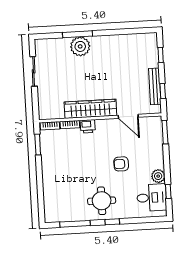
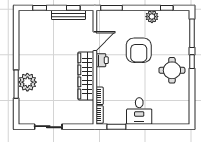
printer: (88, 126) -> (102, 60), moved
armchair: (121, 164) -> (139, 50), width x1.88, depth x1.88
desk: (152, 198) -> (139, 111), moved, turned 180
window: (75, 224) -> (192, 33), moved

